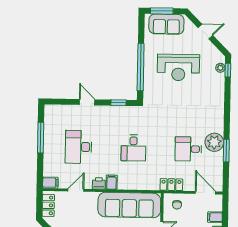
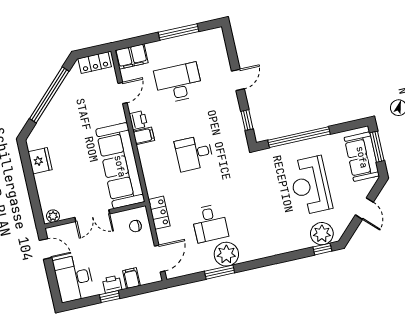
plant: (220, 68) -> (322, 234), width x1.88, depth x1.88
desk: (188, 149) -> (210, 223), turned 180
filing cabinet: (50, 183) -> (132, 57), width x2.00
door: (76, 190) -> (123, 93), hinge flipped

